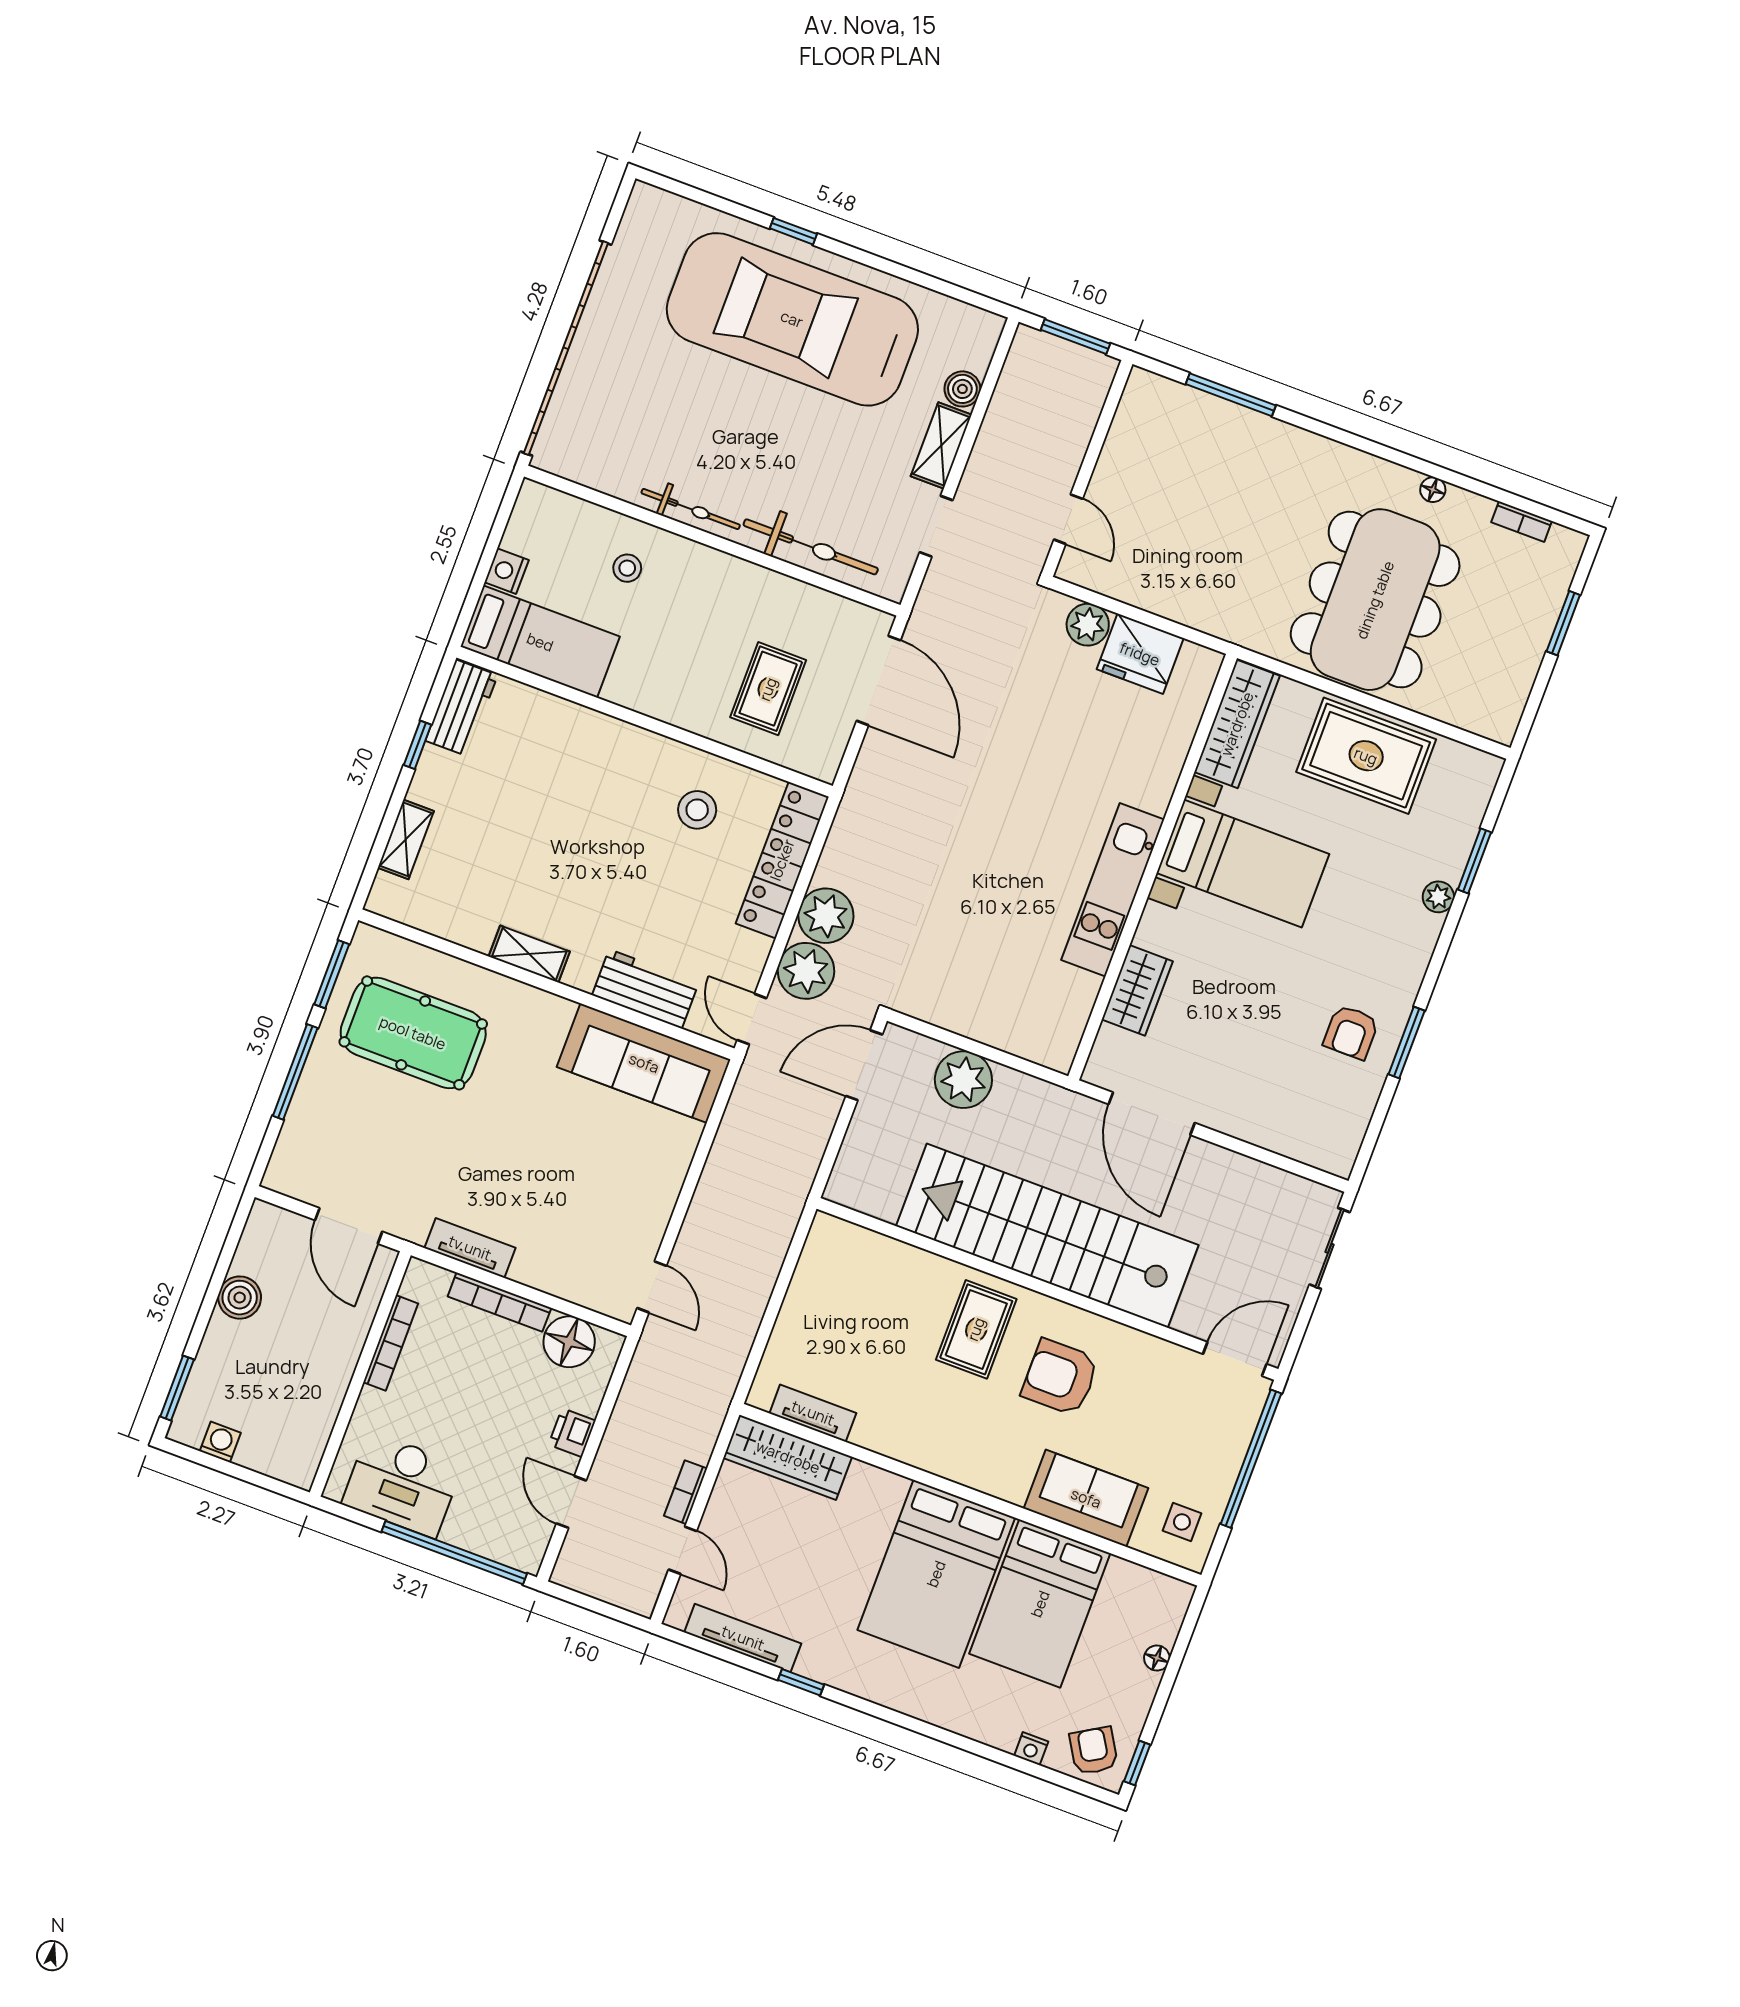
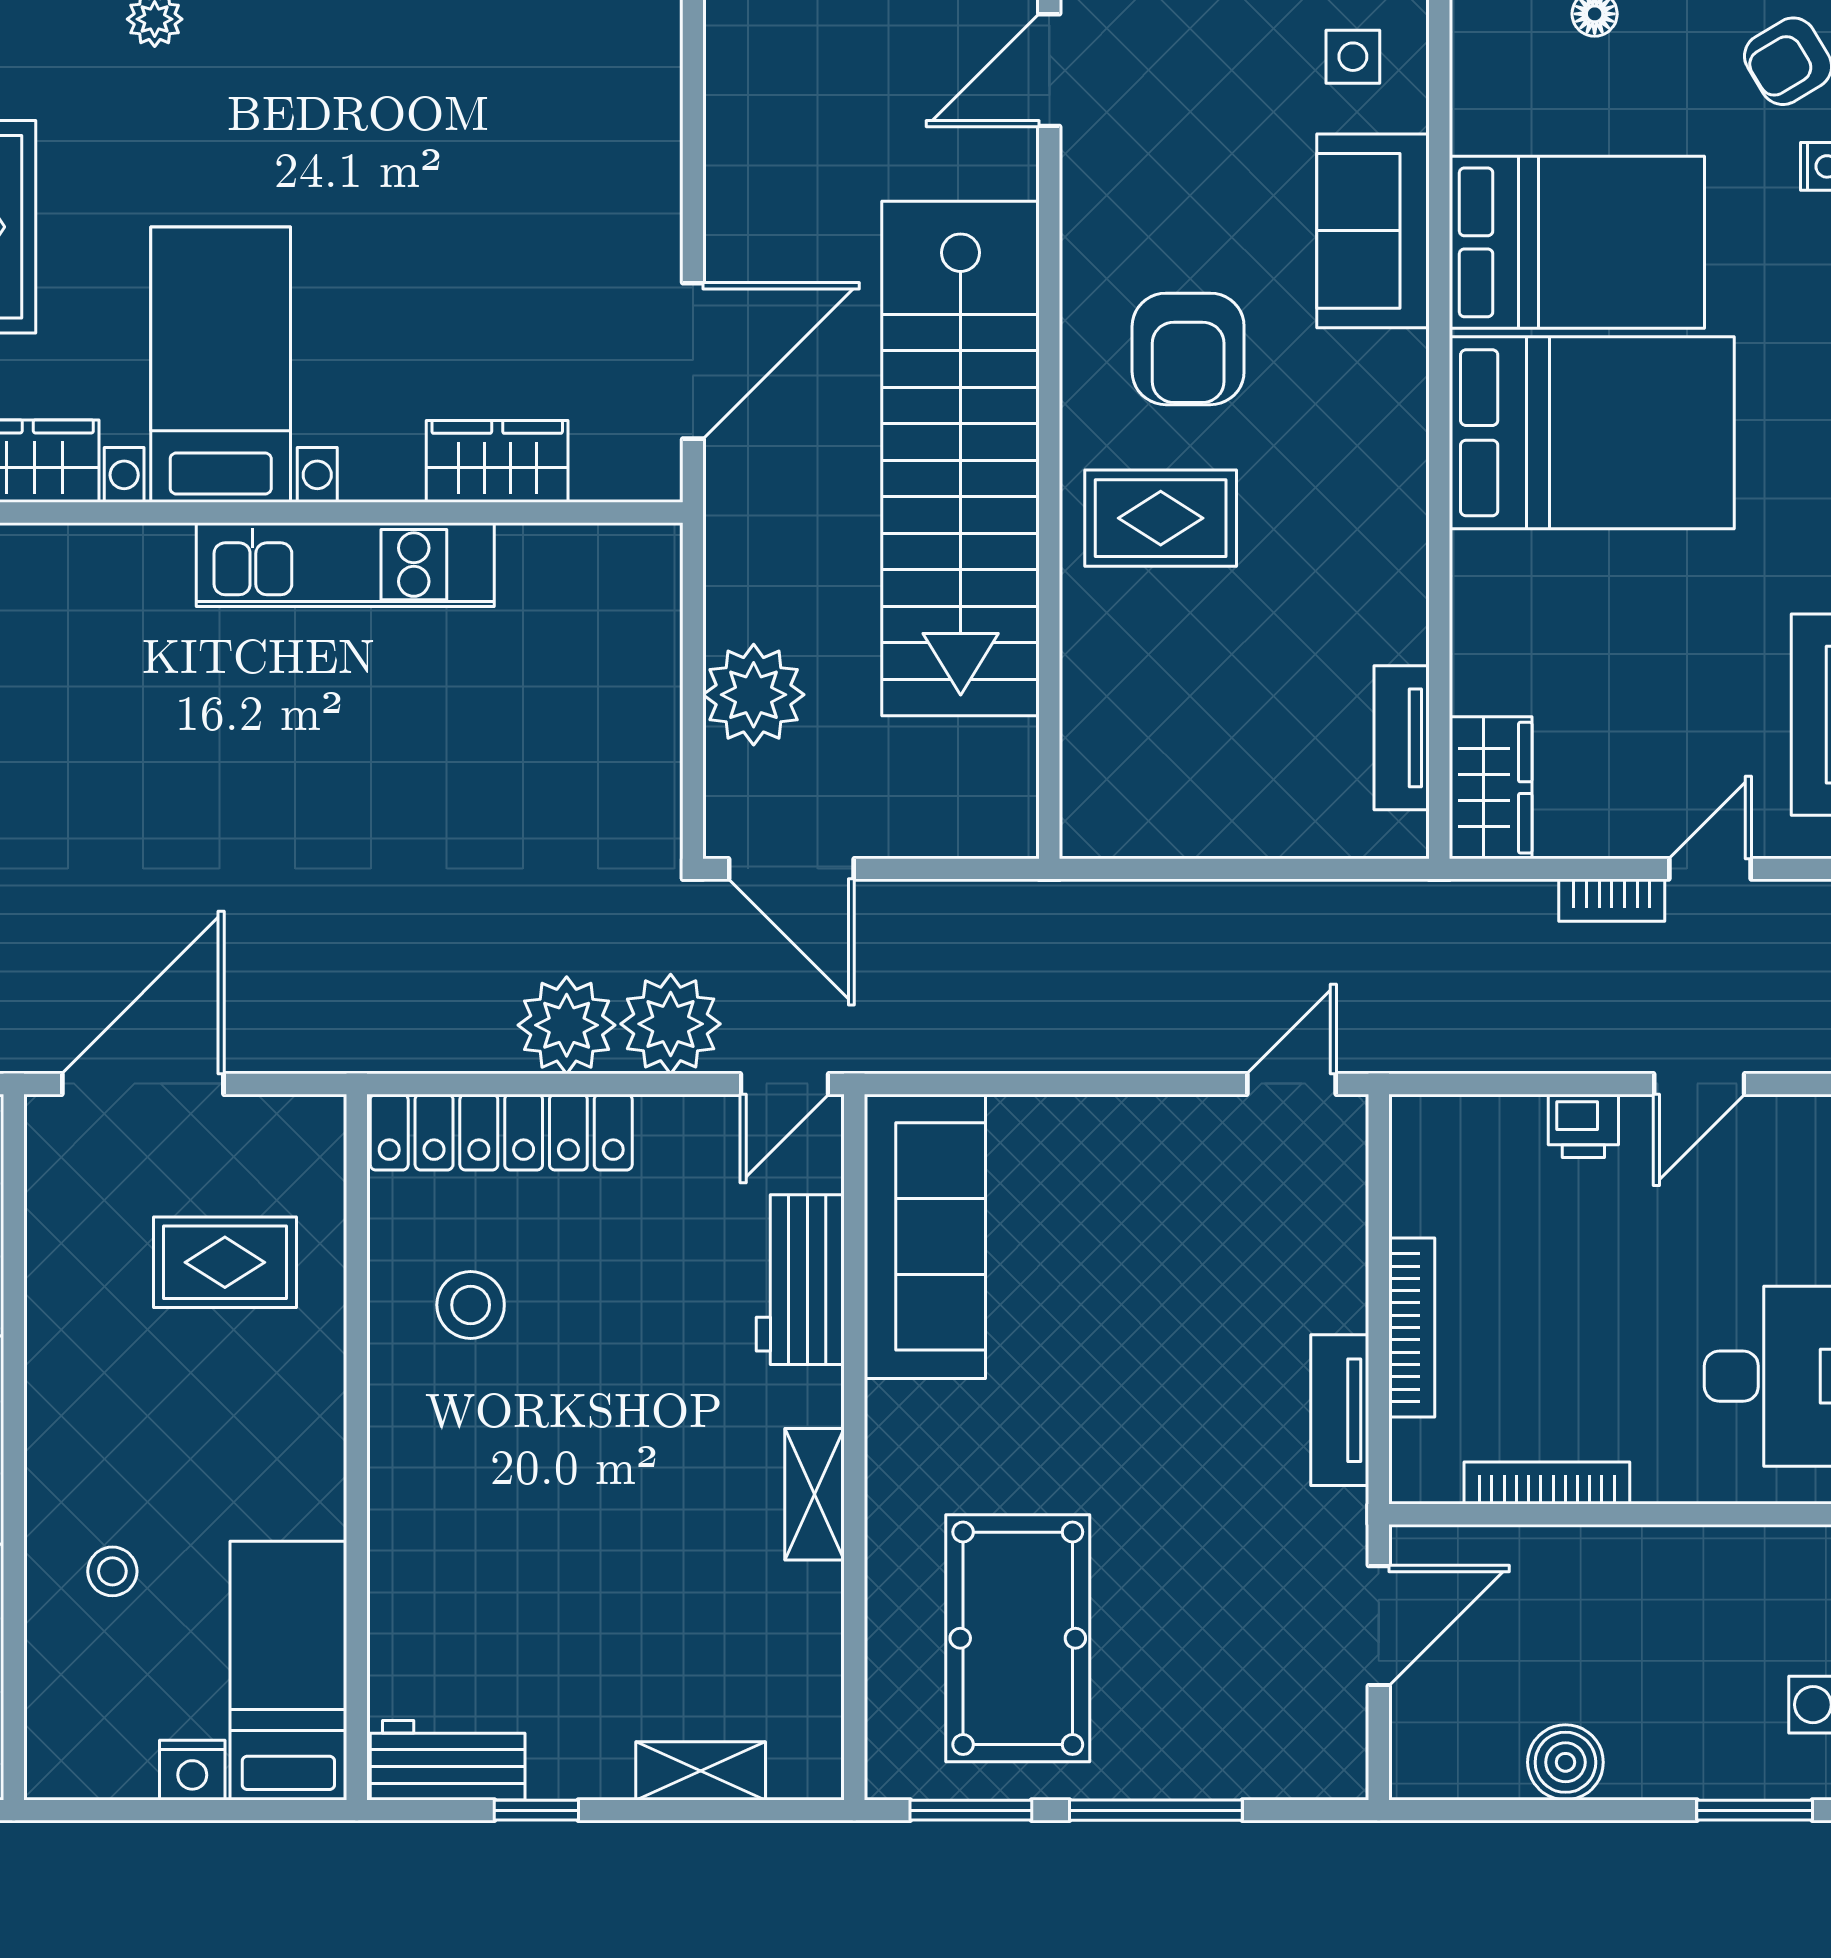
armchair: (1351, 1032) -> (434, 80), removed
floor lamp: (569, 1342) -> (1434, 1187), removed
door: (1235, 1359) -> (1049, 70), hinge flipped
wardrobe: (788, 1457) -> (1491, 788), width x0.67

